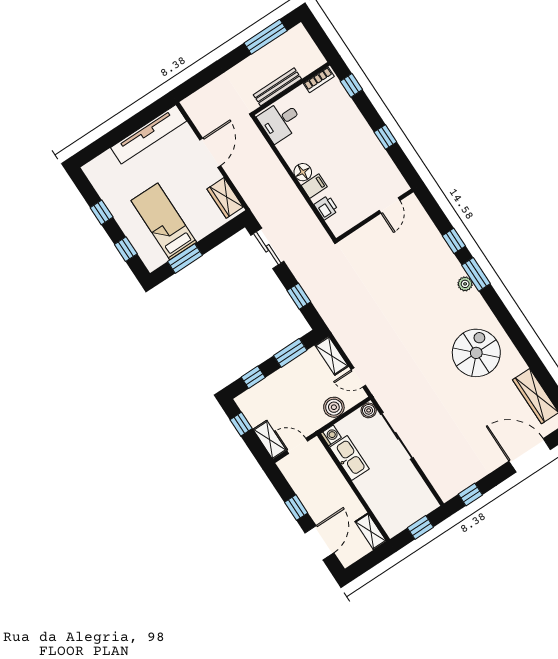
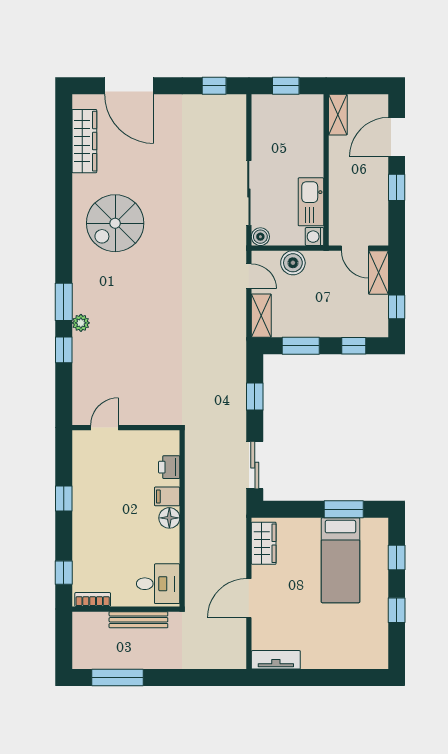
tv unit: (149, 134) -> (276, 660), width x0.52, depth x0.78
plant: (465, 284) -> (81, 323), moved

